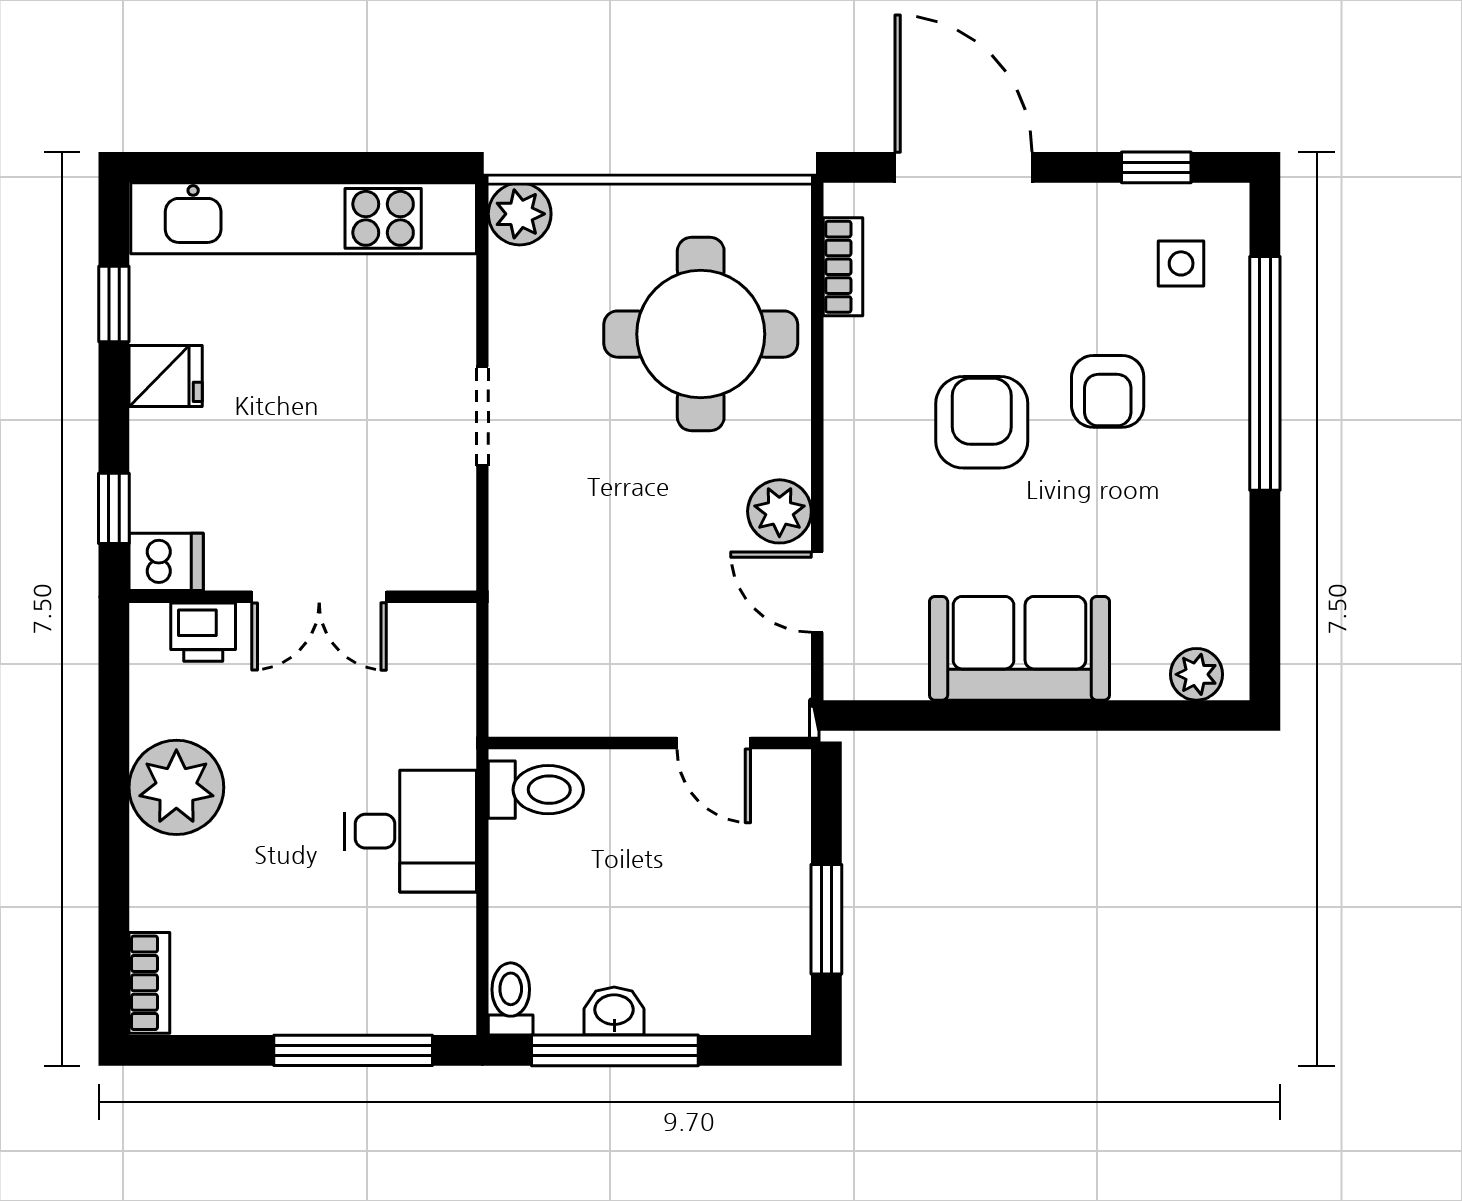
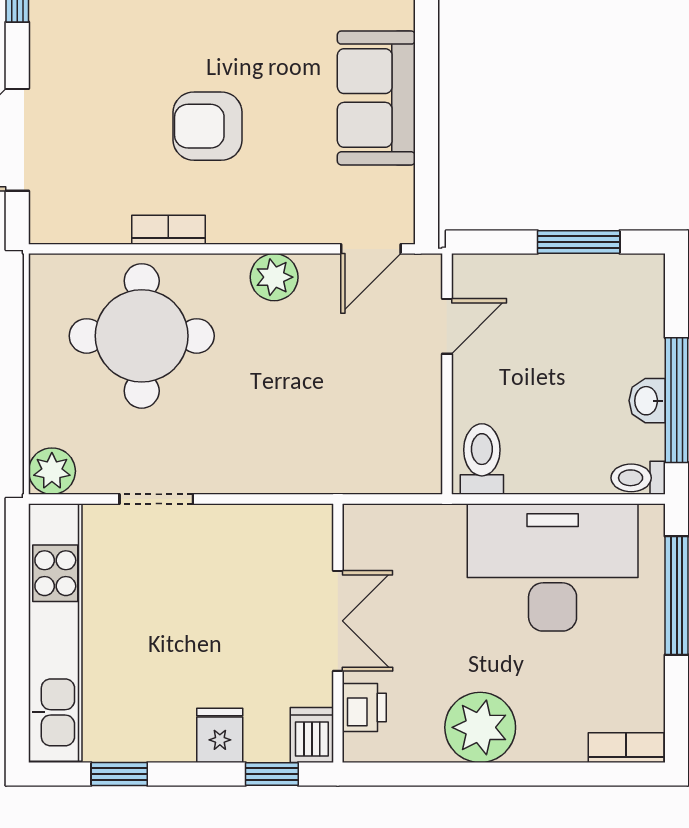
bookcase: (843, 267) -> (168, 230), moved
fridge: (166, 376) -> (220, 735), moved
armchair: (1108, 391) -> (184, 32), removed
doorway: (482, 416) -> (156, 499), moved
door: (817, 592) -> (371, 249), moved
desk: (411, 831) -> (553, 567), width x1.87, depth x1.30

